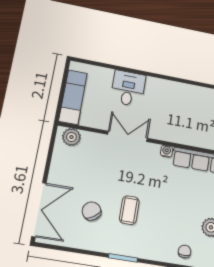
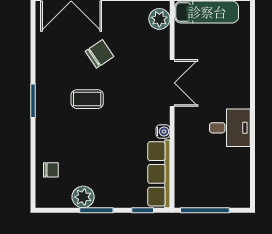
desk: (128, 88) -> (230, 128), moved
chair: (92, 211) -> (99, 54), moved

